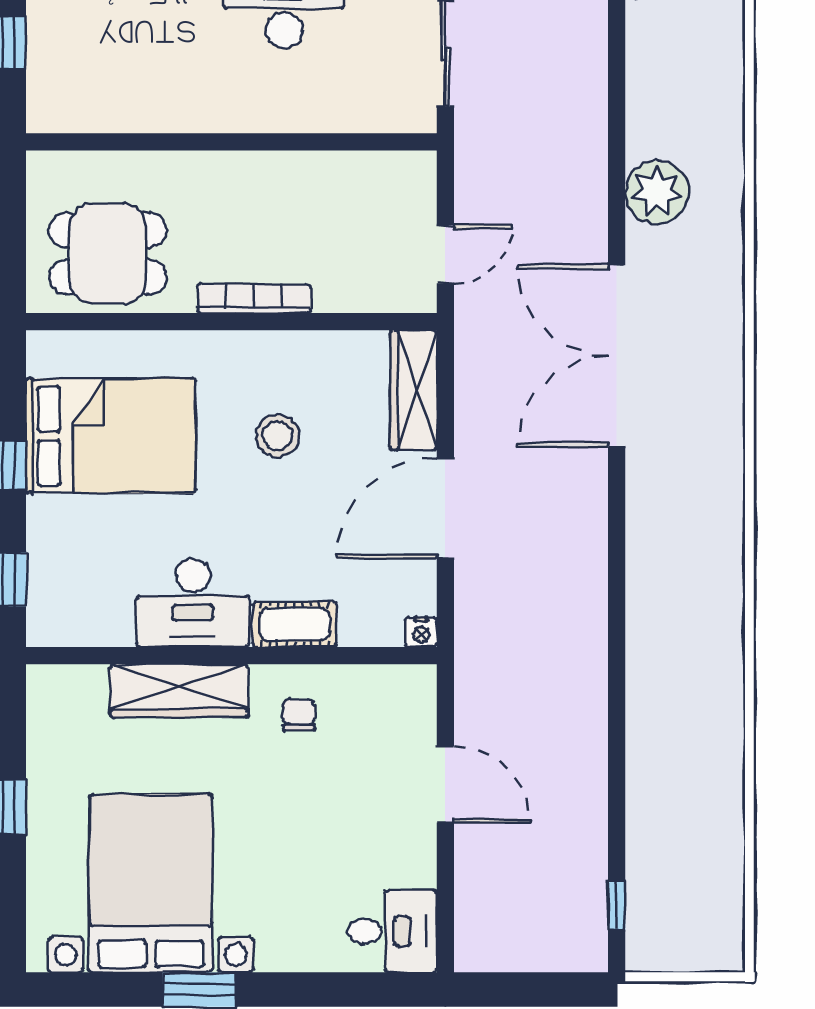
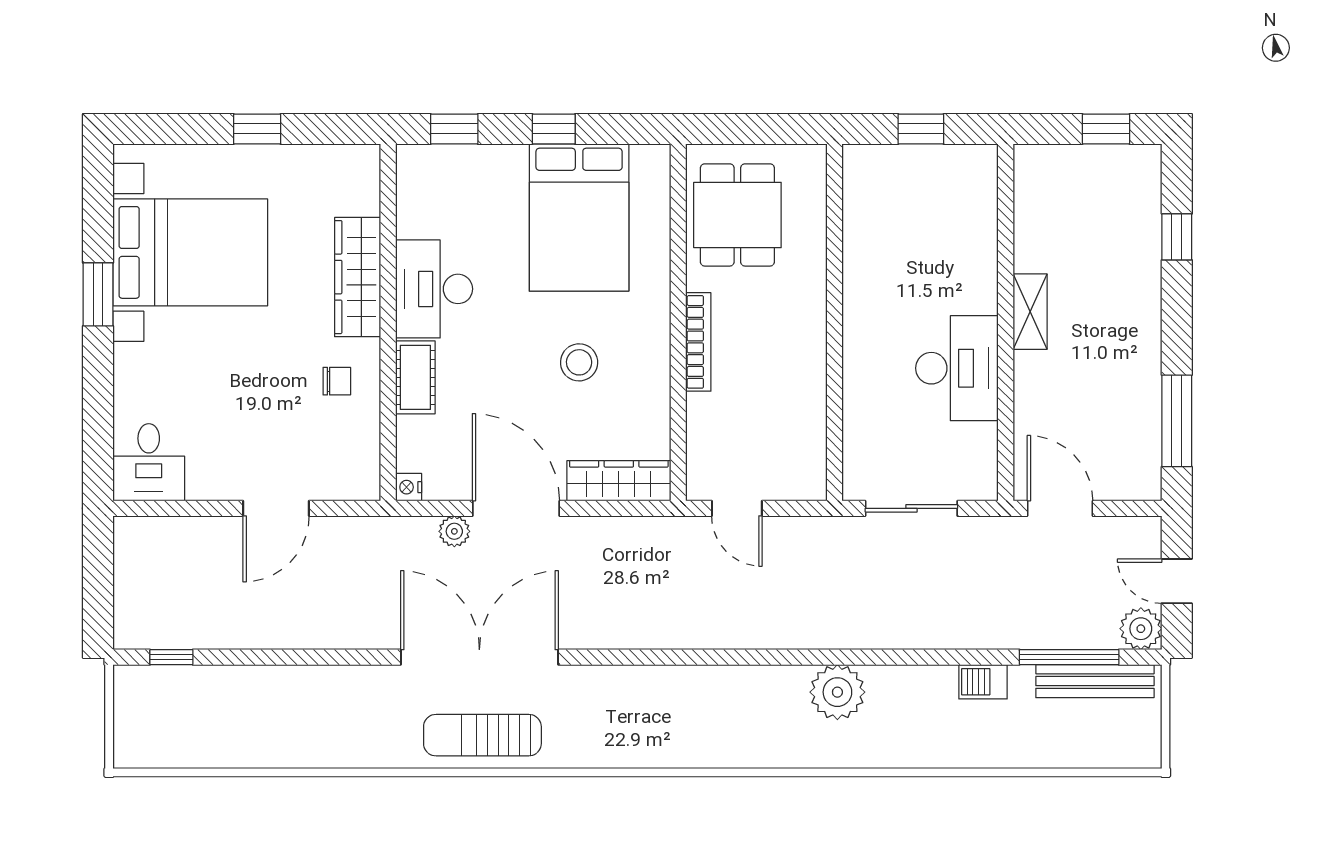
plant: (657, 192) -> (837, 692), moved
double door: (617, 356) -> (479, 657), moved
sun lounger: (706, 547) -> (482, 735), added
plant: (472, 579) -> (454, 531), added

